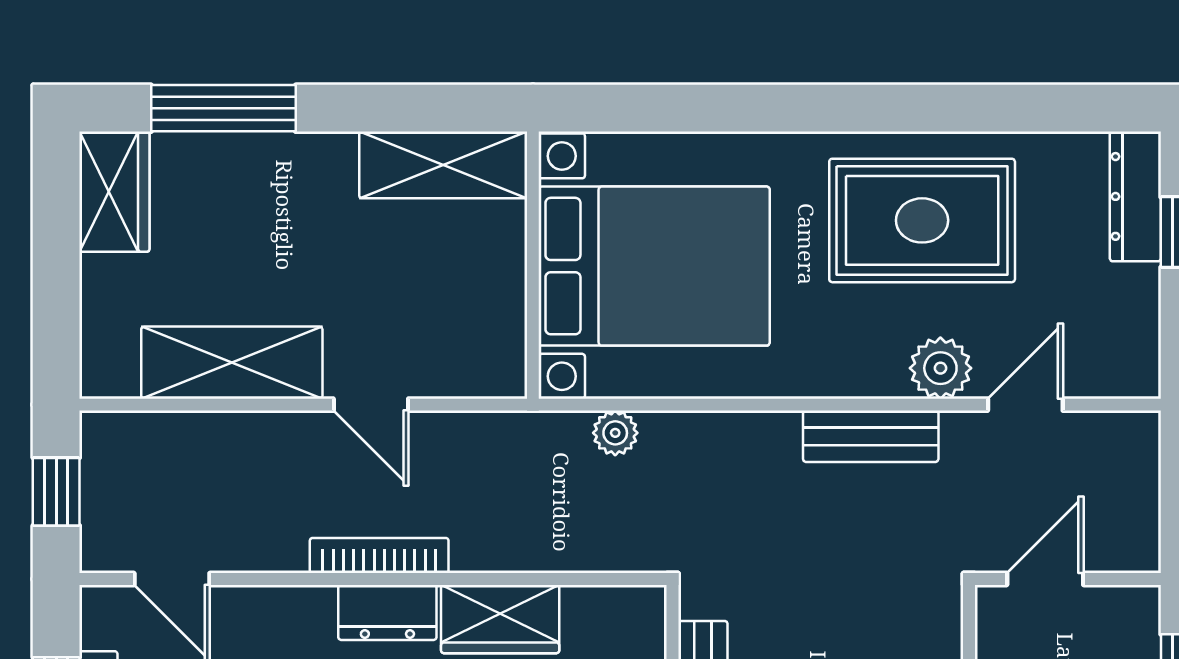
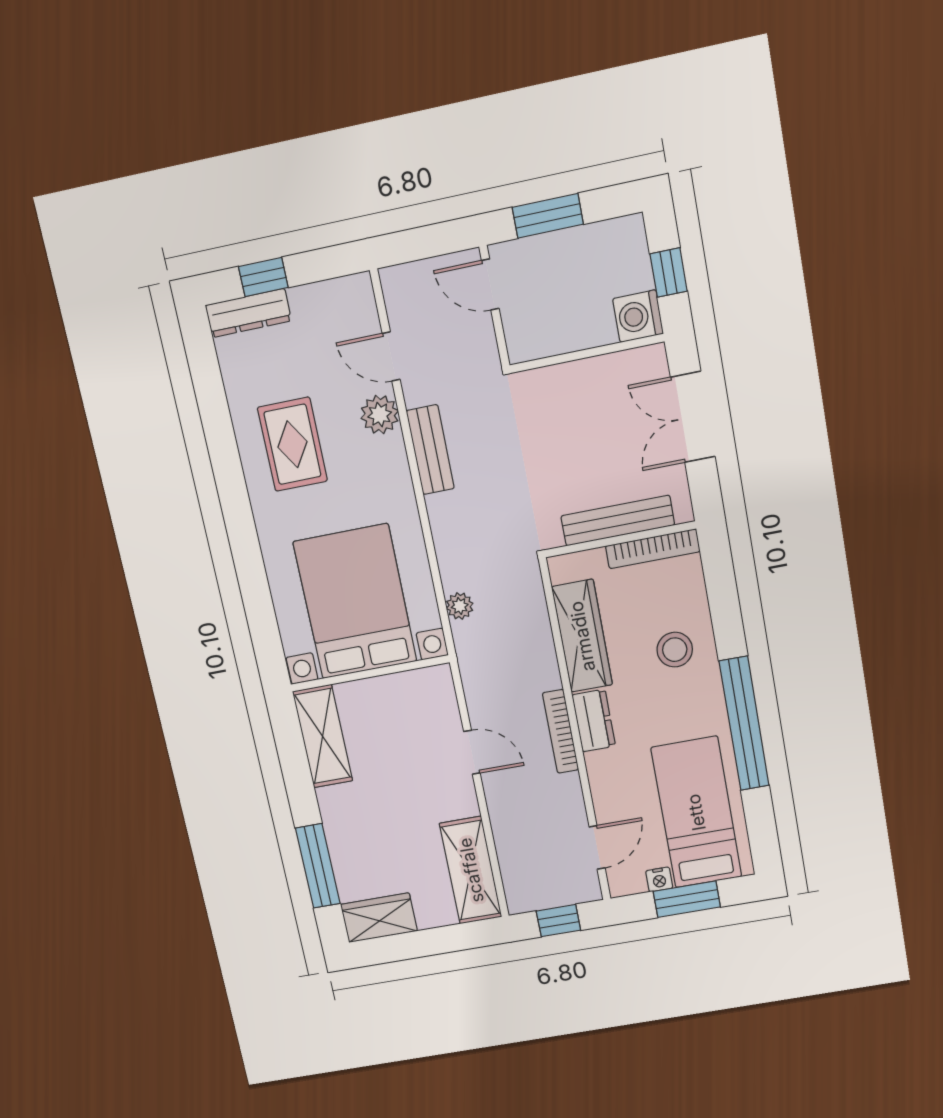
rug: (922, 220) -> (292, 444), width x0.73, depth x0.70
shelving: (232, 363) -> (471, 870), moved
door: (371, 405) -> (472, 752), hinge flipped
door: (1045, 579) -> (490, 285), moved
wardrobe: (500, 619) -> (582, 636), width x1.50

